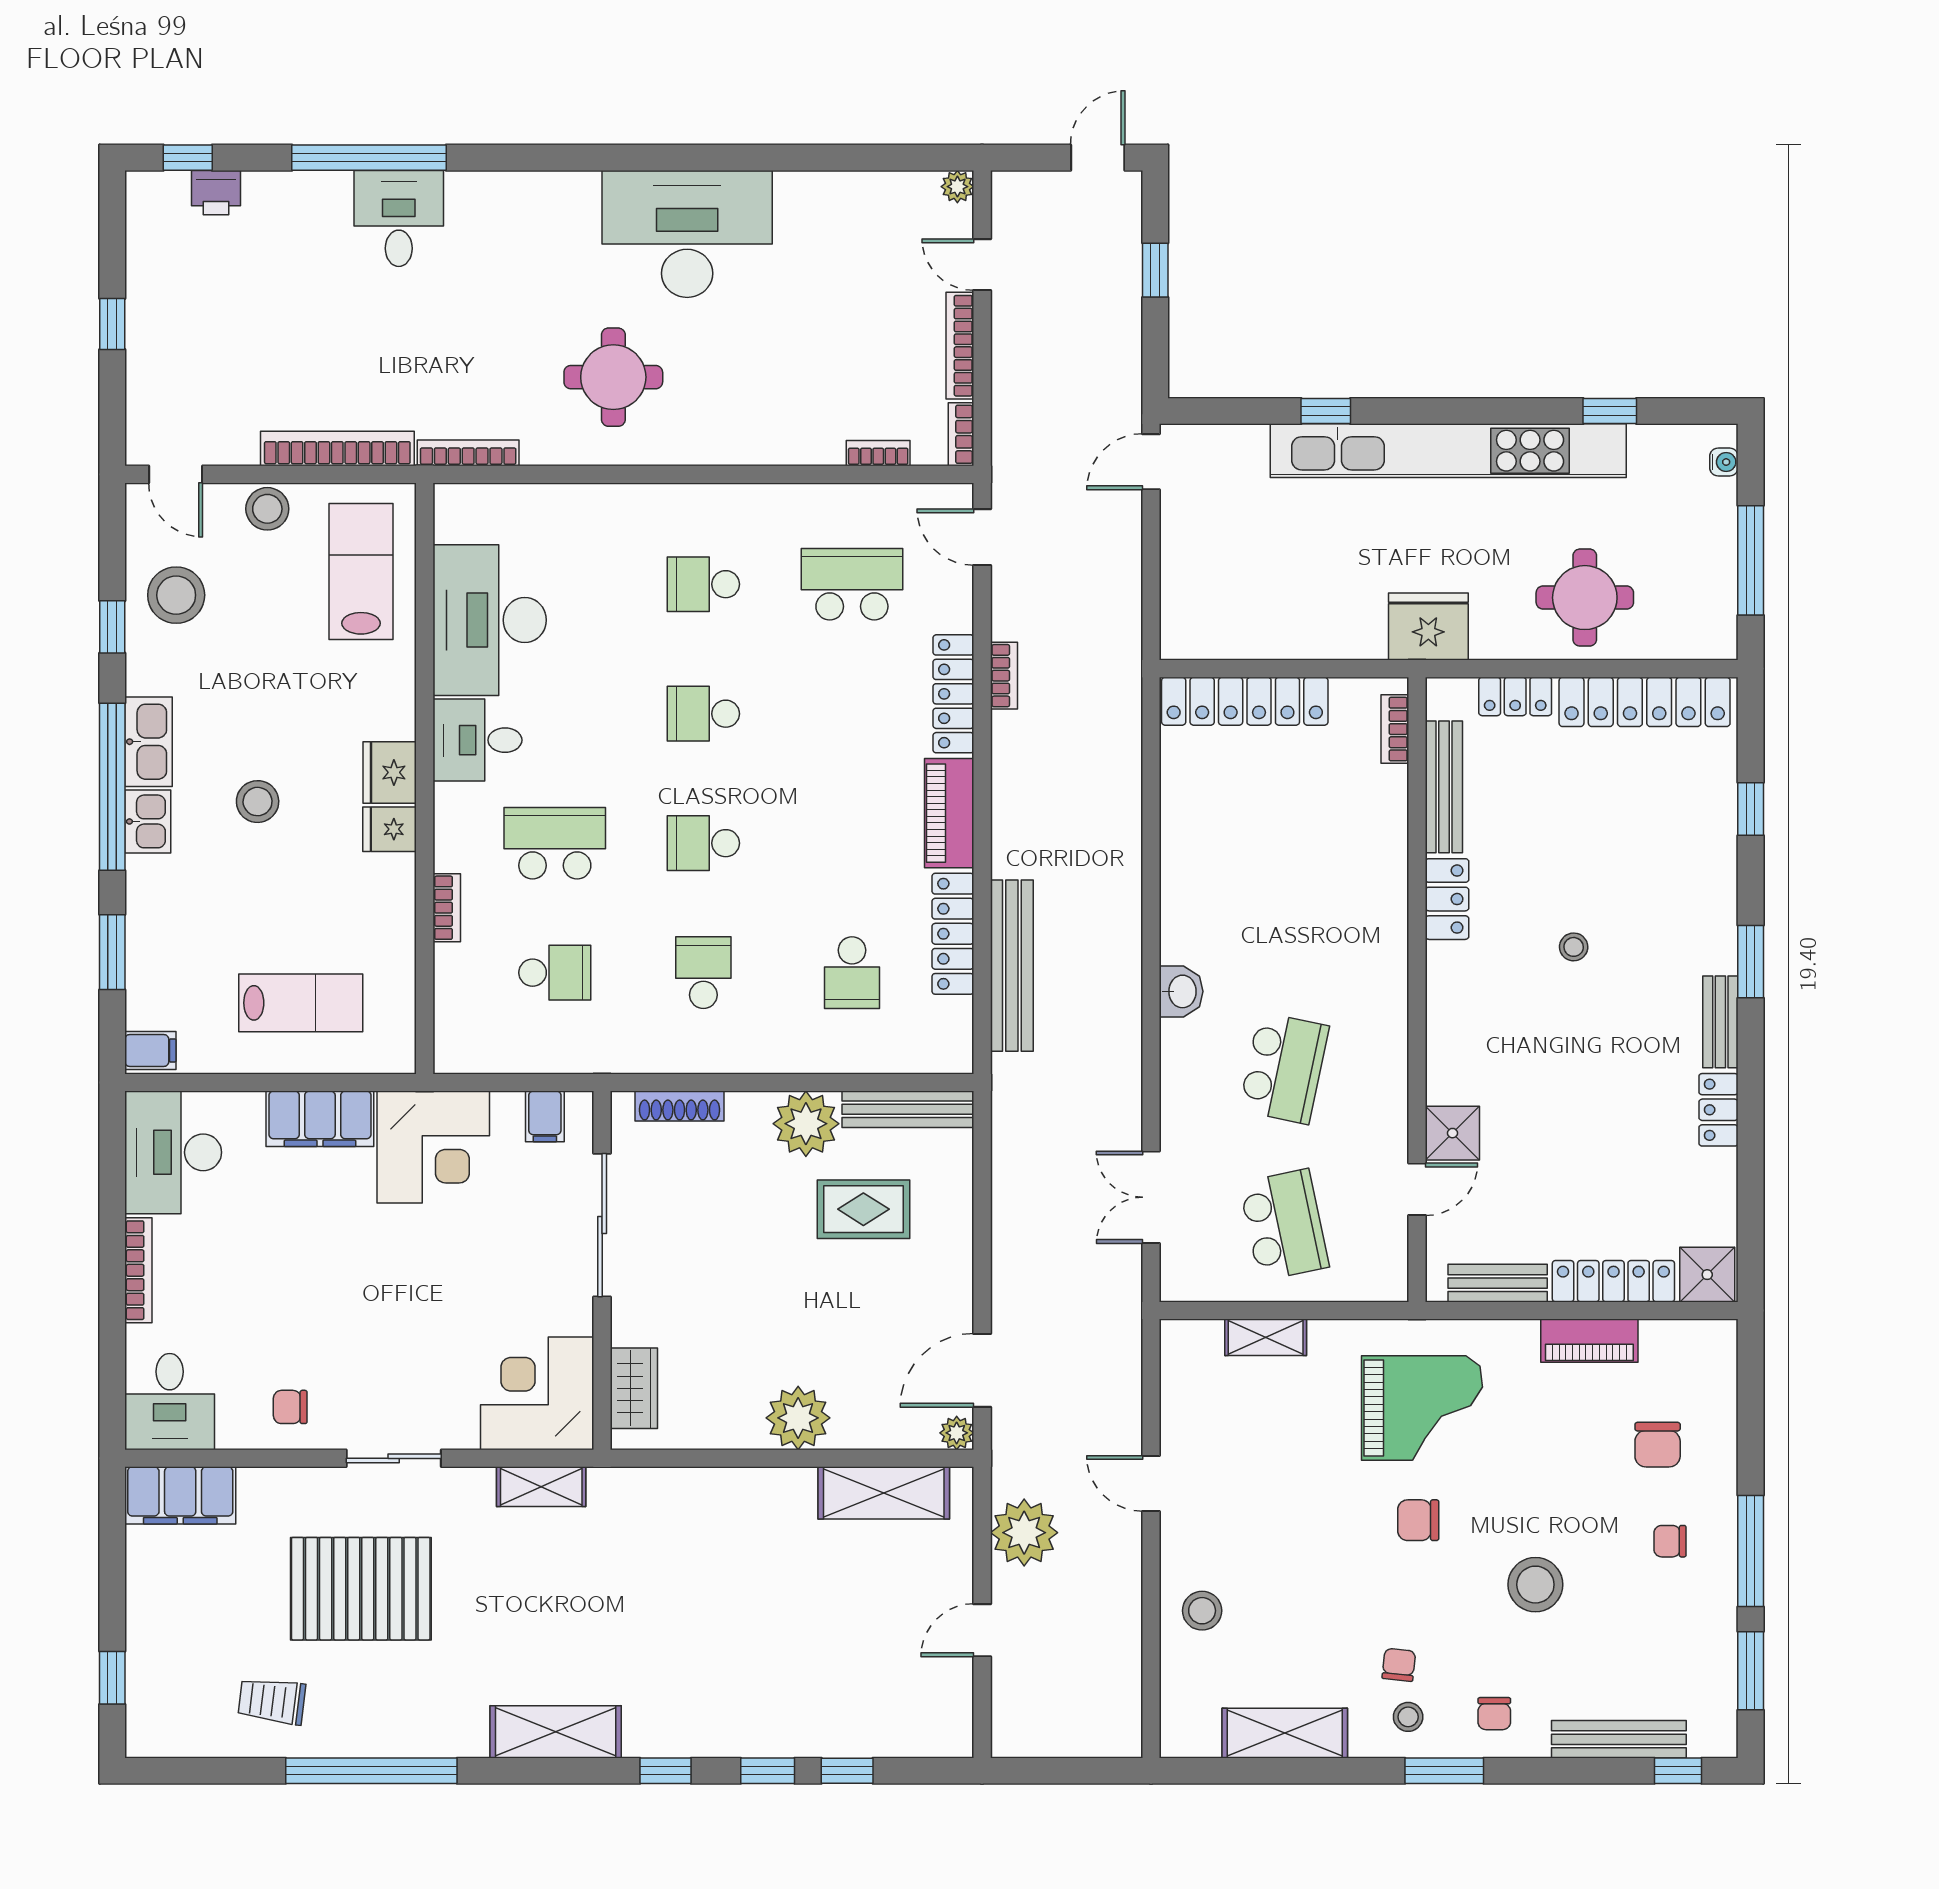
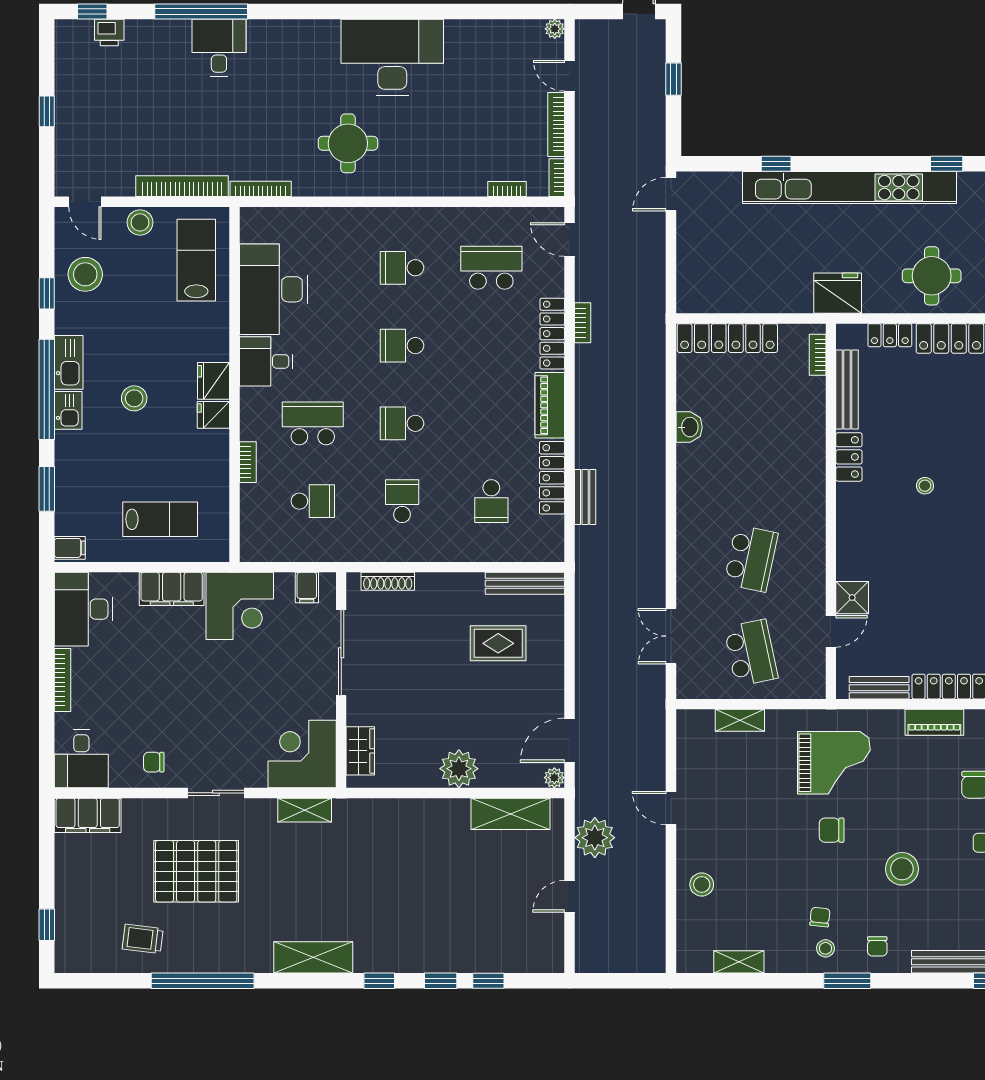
bench: (1012, 966) -> (585, 497), width x0.54, depth x0.82
washbasin: (1181, 991) -> (689, 427), moved
plant: (806, 1124) -> (464, 592), removed
shelving: (1285, 1733) -> (739, 962), width x0.67, depth x0.75

